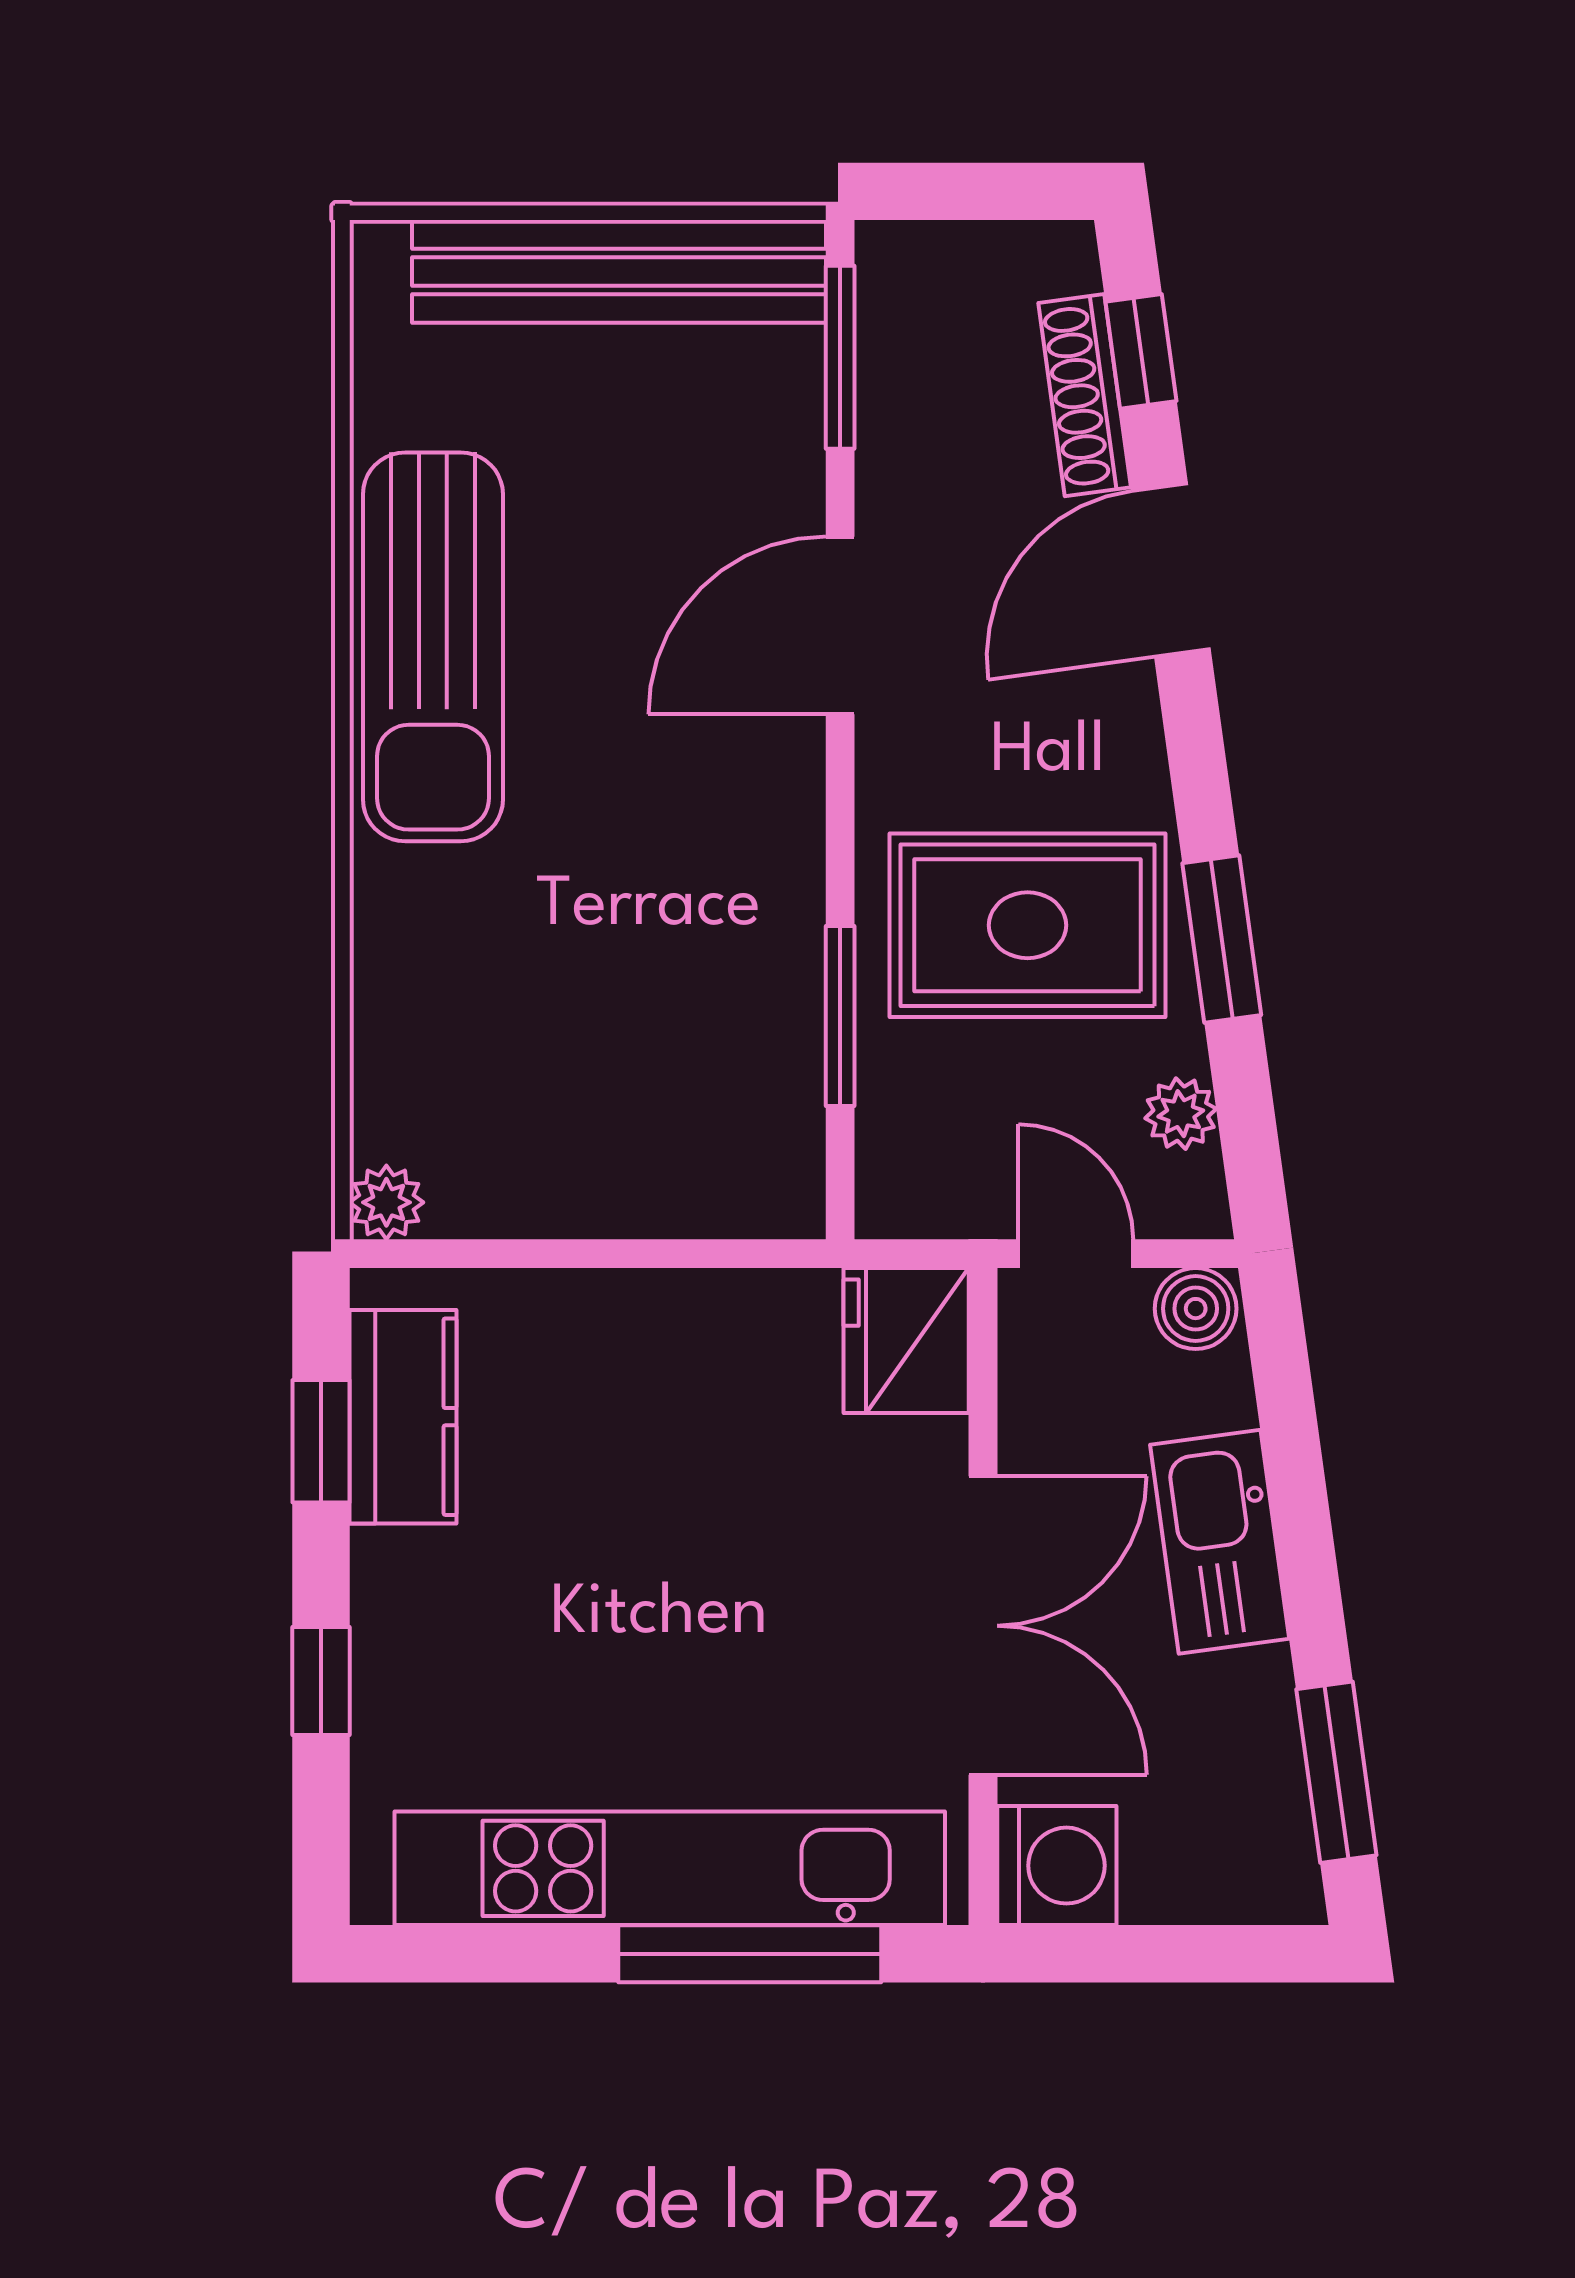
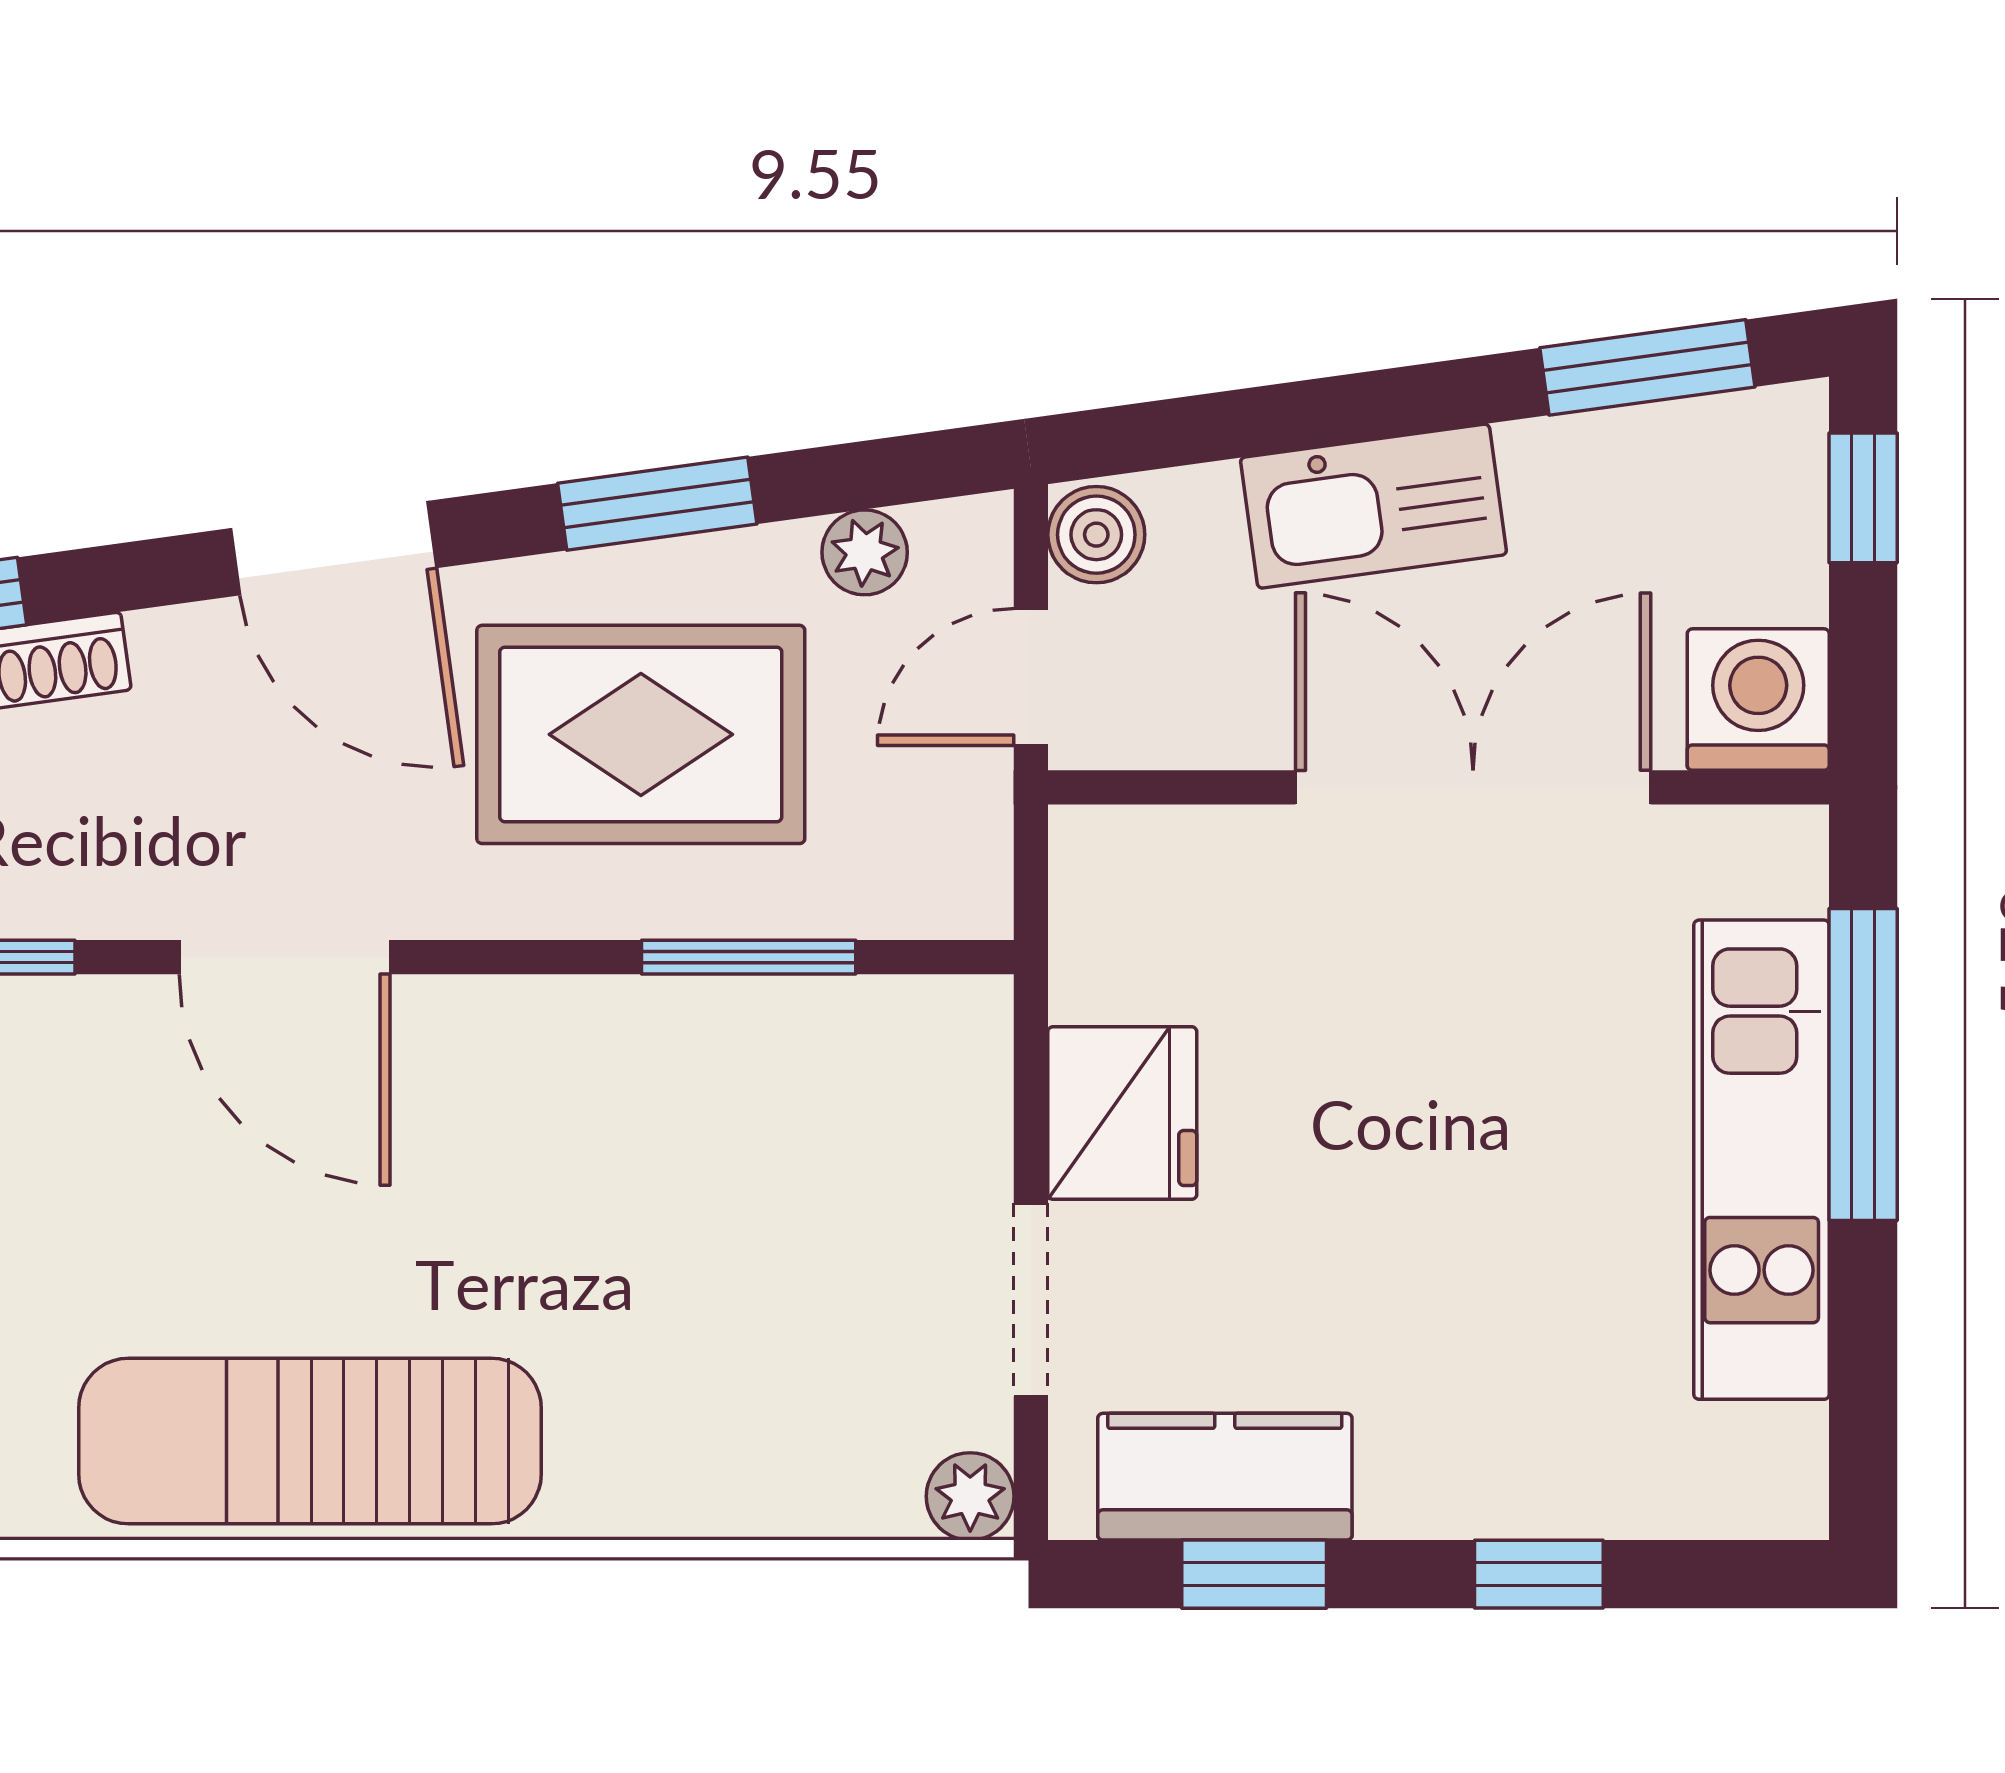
door: (1171, 570) -> (334, 548), moved
sun lounger: (433, 647) -> (310, 1441), turned 180
rug: (1028, 925) -> (641, 734), turned 90
doorway: (552, 1254) -> (1031, 1300), added
fridge: (906, 1341) -> (1122, 1113), moved, turned -90
kitchen unit: (670, 1868) -> (1762, 1160), width x0.73
window: (1227, 1954) -> (1863, 498), added

